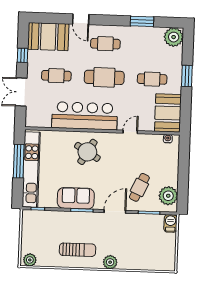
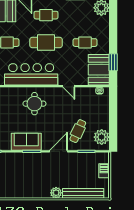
window: (187, 76) -> (113, 62), moved
door: (130, 132) -> (69, 86), swing flipped
round table: (87, 152) -> (34, 104), turned -31
barbecue: (170, 223) -> (104, 171), moved
sun lounger: (78, 250) -> (29, 184), removed
bench: (143, 264) -> (83, 193), added

